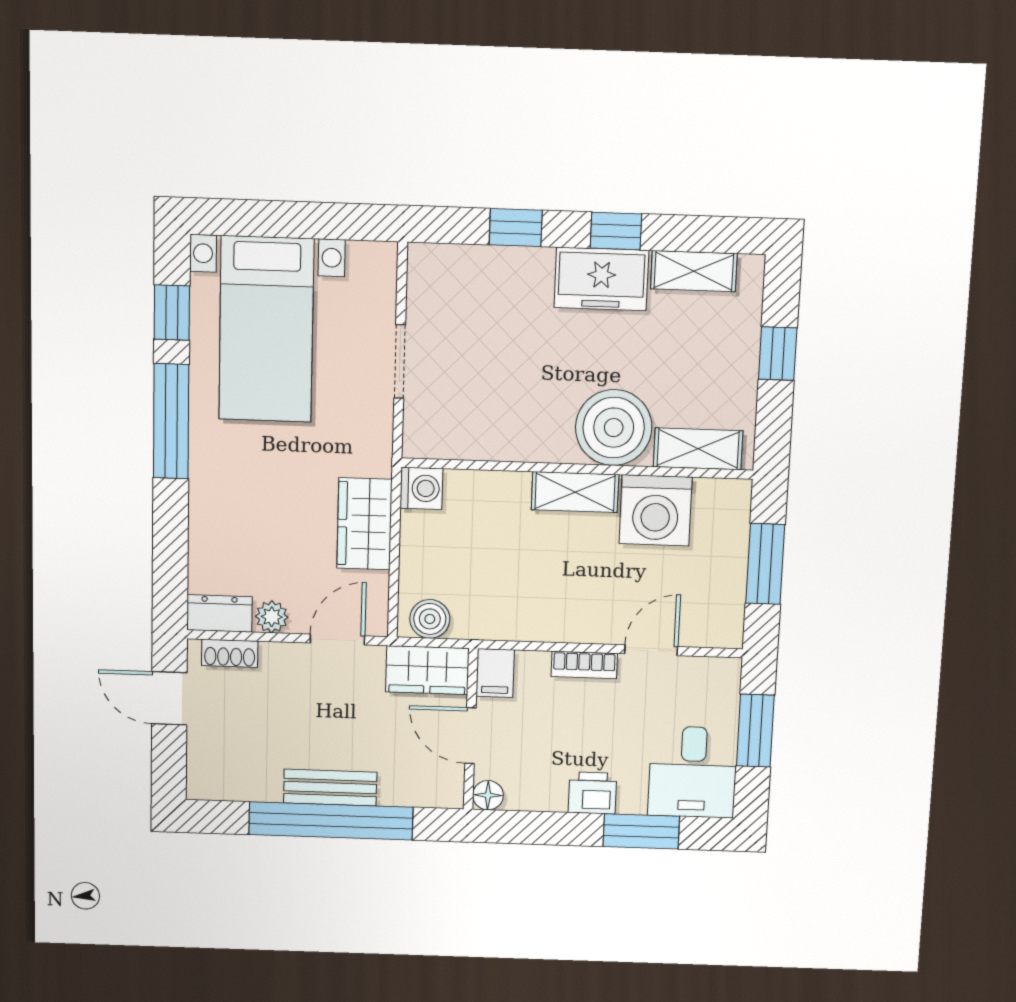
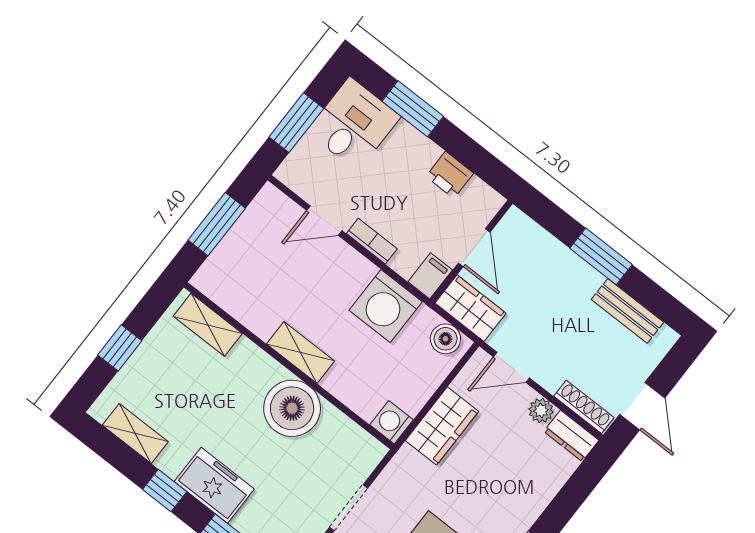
freezer: (601, 279) -> (214, 485), moved
boiler: (614, 428) -> (292, 408), moved
washing machine: (655, 510) -> (386, 306), moved, turned 180
shoe rack: (230, 653) -> (584, 407), width x1.43
bench: (330, 788) -> (628, 311), moved
printer: (592, 793) -> (450, 175), moved
floor lamp: (488, 795) -> (491, 202), removed
window: (331, 821) -> (601, 256), width x0.47

